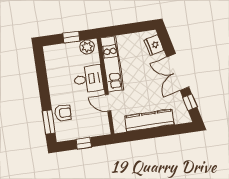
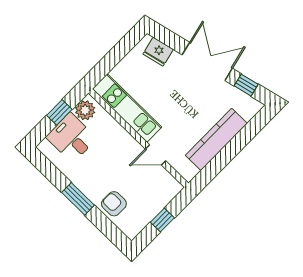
double door: (178, 72) -> (207, 62), swing flipped
desk: (89, 79) -> (71, 138), moved, turned -90
armchair: (63, 113) -> (114, 204), turned -90
window: (49, 122) -> (78, 199), moved

